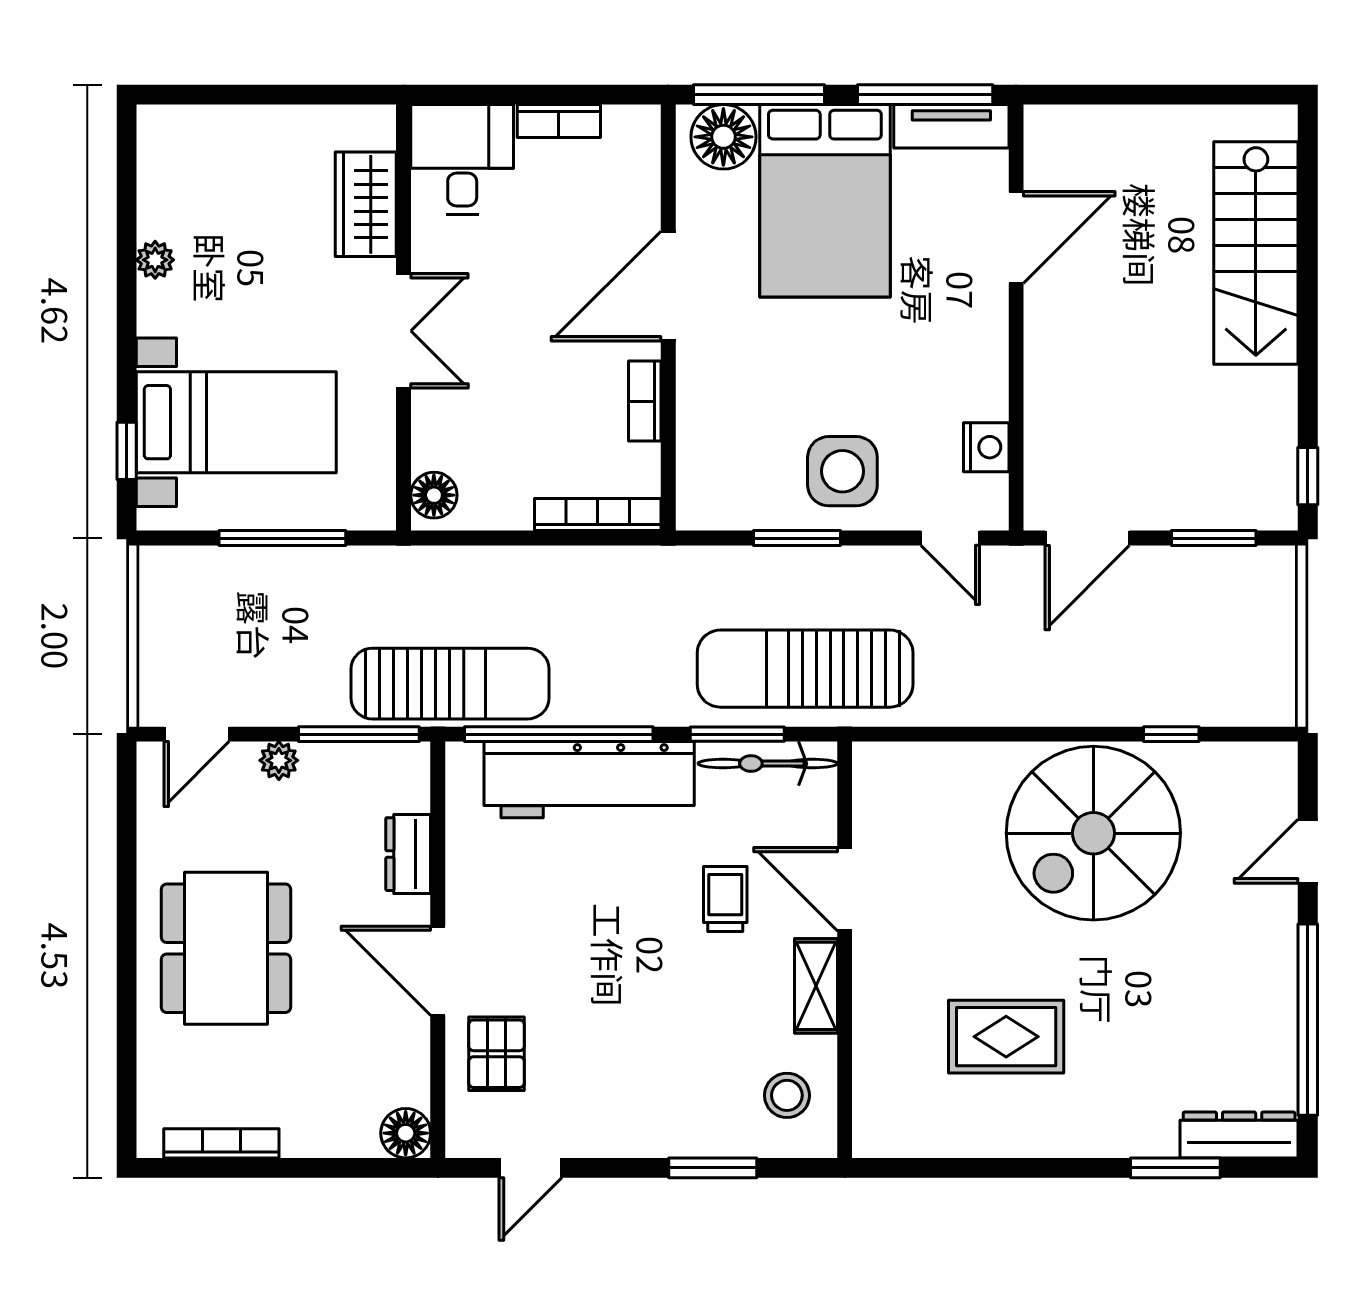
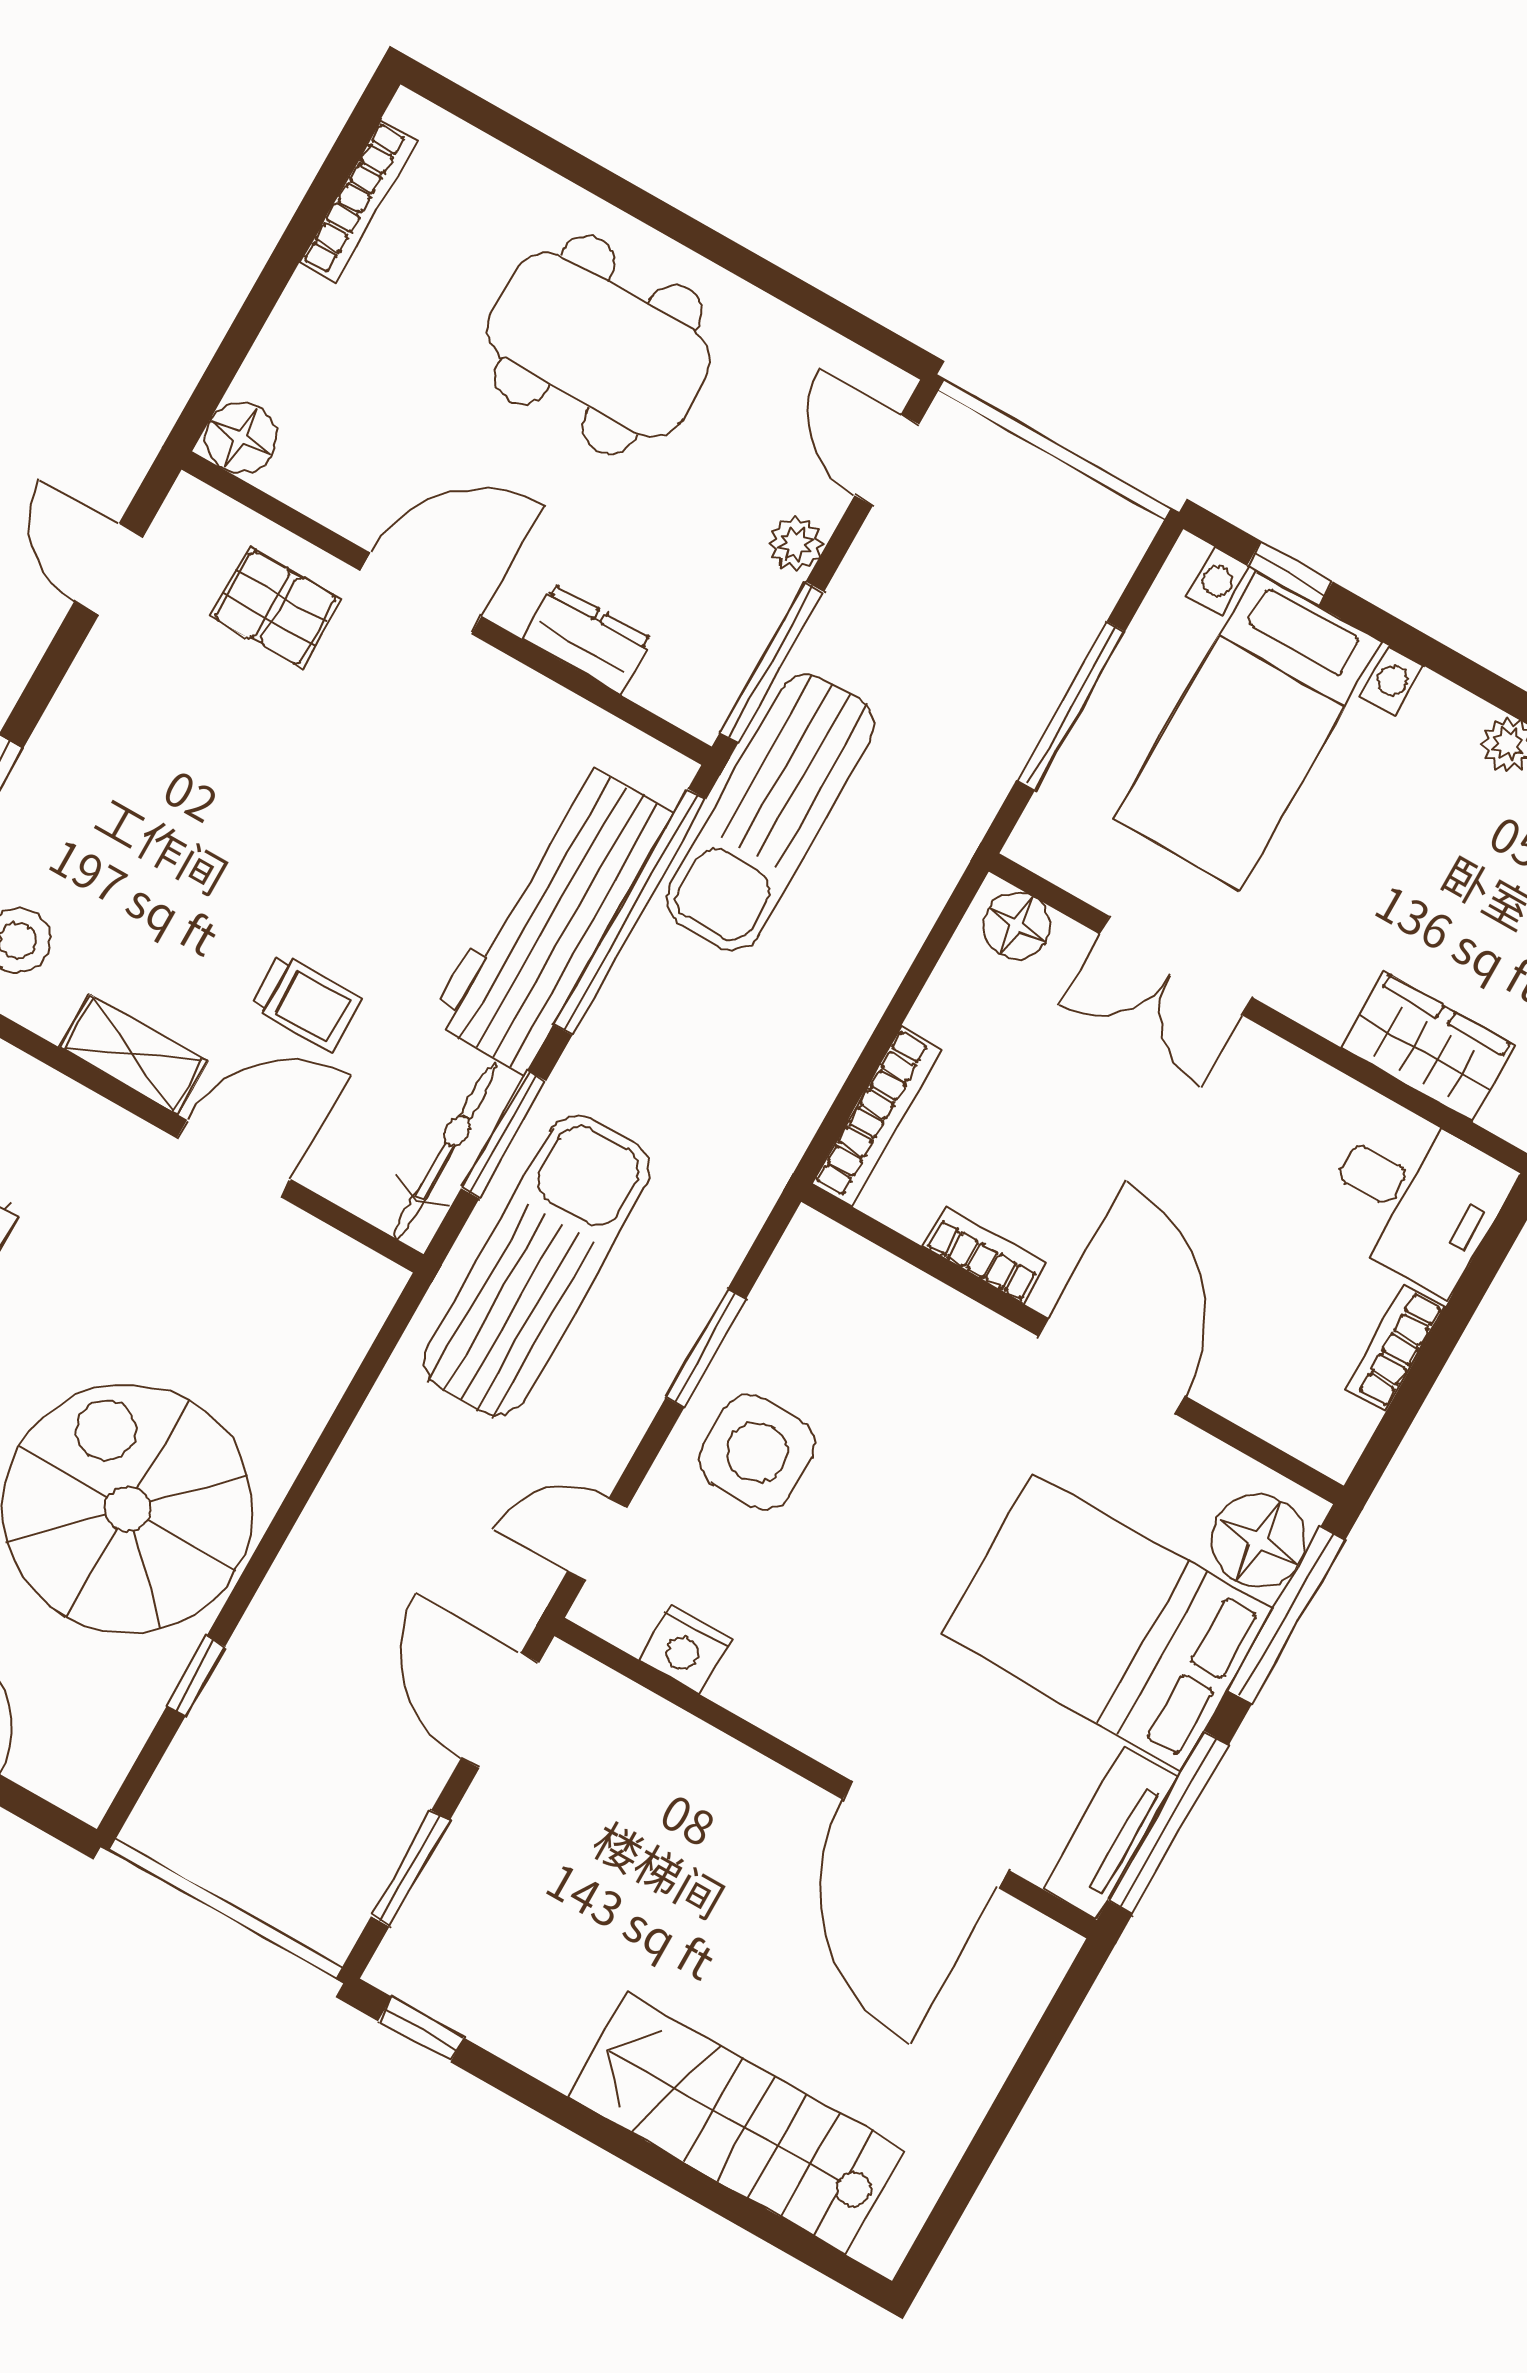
door: (1016, 237) -> (926, 1835), width x1.36
double door: (404, 331) -> (1176, 966), moved

